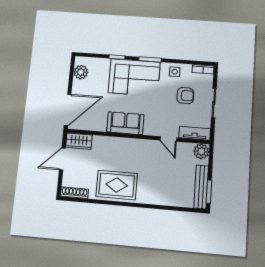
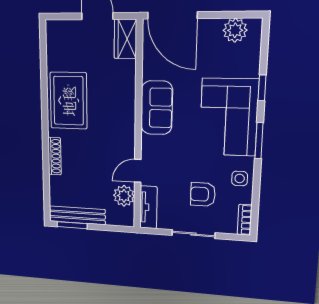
armchair: (185, 96) -> (203, 194), turned 90
plant: (201, 151) -> (124, 196), moved
shoe rack: (74, 193) -> (55, 156), moved

